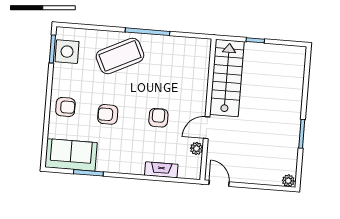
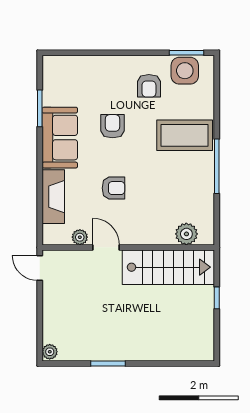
coffee table: (120, 56) -> (185, 135), turned -64
plant: (201, 61) -> (186, 234), added
armchair: (65, 107) -> (149, 86), moved
sofa: (71, 155) -> (60, 138), moved
fireplace: (161, 170) -> (53, 197), width x1.37, depth x1.32
door: (219, 183) -> (40, 268), swing flipped

